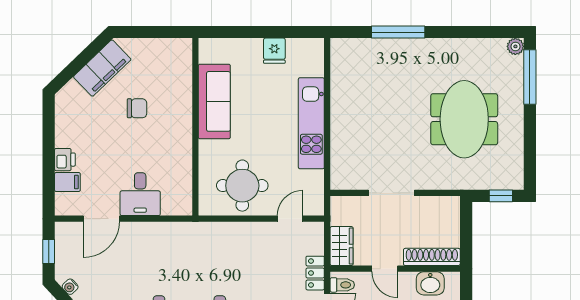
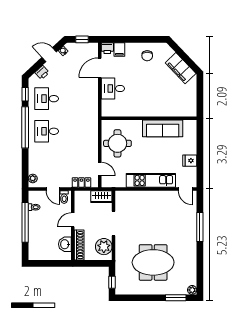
door: (327, 59) -> (185, 189), added
window: (530, 77) -> (176, 298), width x0.69
chair: (137, 108) -> (147, 56), moved
printer: (65, 160) -> (107, 48), moved
plant: (435, 211) -> (104, 247), added
door: (101, 219) -> (100, 68), hinge flipped
wardrobe: (342, 246) -> (101, 197), moved
locker: (315, 273) -> (81, 182), moved

